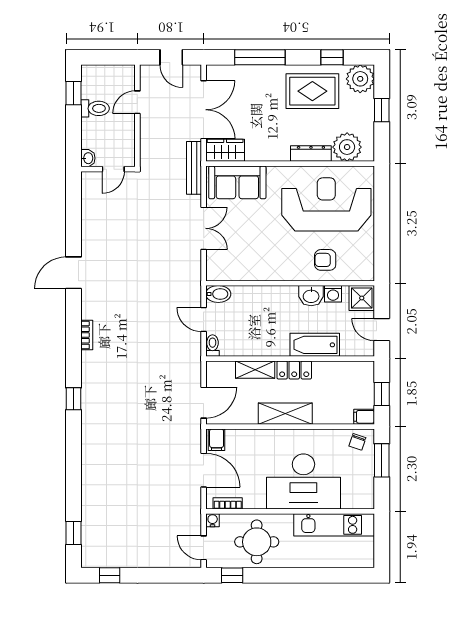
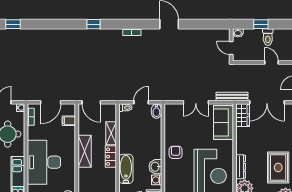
window: (73, 93) -> (261, 24), moved
armchair: (325, 260) -> (176, 152), moved
filing cabinet: (217, 440) -> (69, 121), moved

